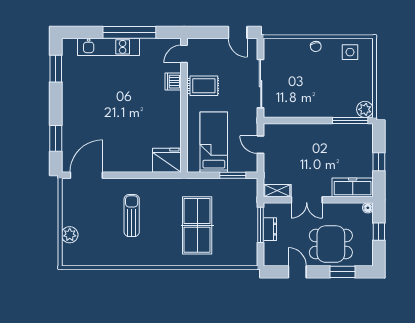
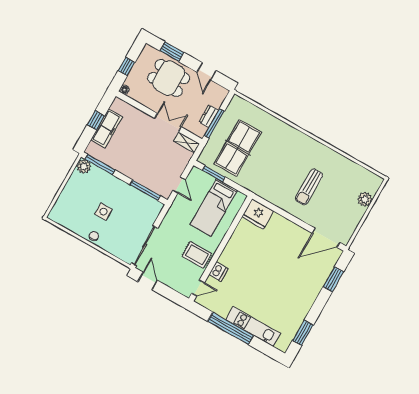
side table: (350, 52) -> (103, 212), moved
sliding door: (261, 84) -> (144, 246), moved
window: (291, 120) -> (145, 190), added
freezer: (353, 187) -> (107, 128), moved, turned -90
table tennis table: (197, 225) -> (238, 148), moved

